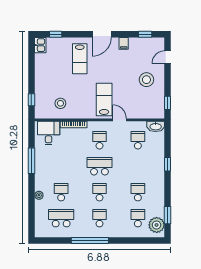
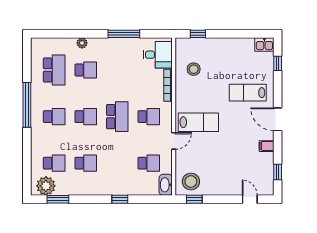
stool: (146, 80) -> (191, 181), moved

